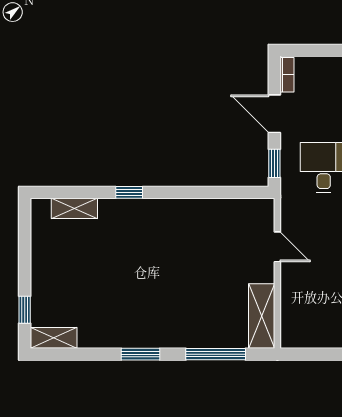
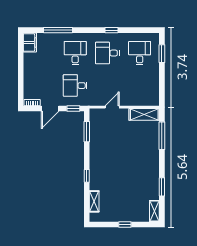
window: (225, 192) -> (87, 132), added
window: (25, 310) -> (125, 225), moved
window: (141, 354) -> (162, 187), moved

